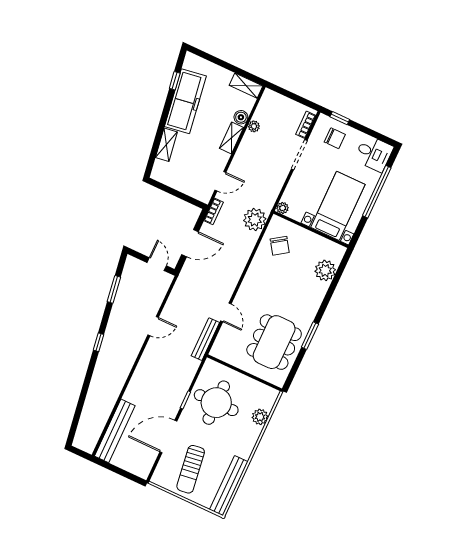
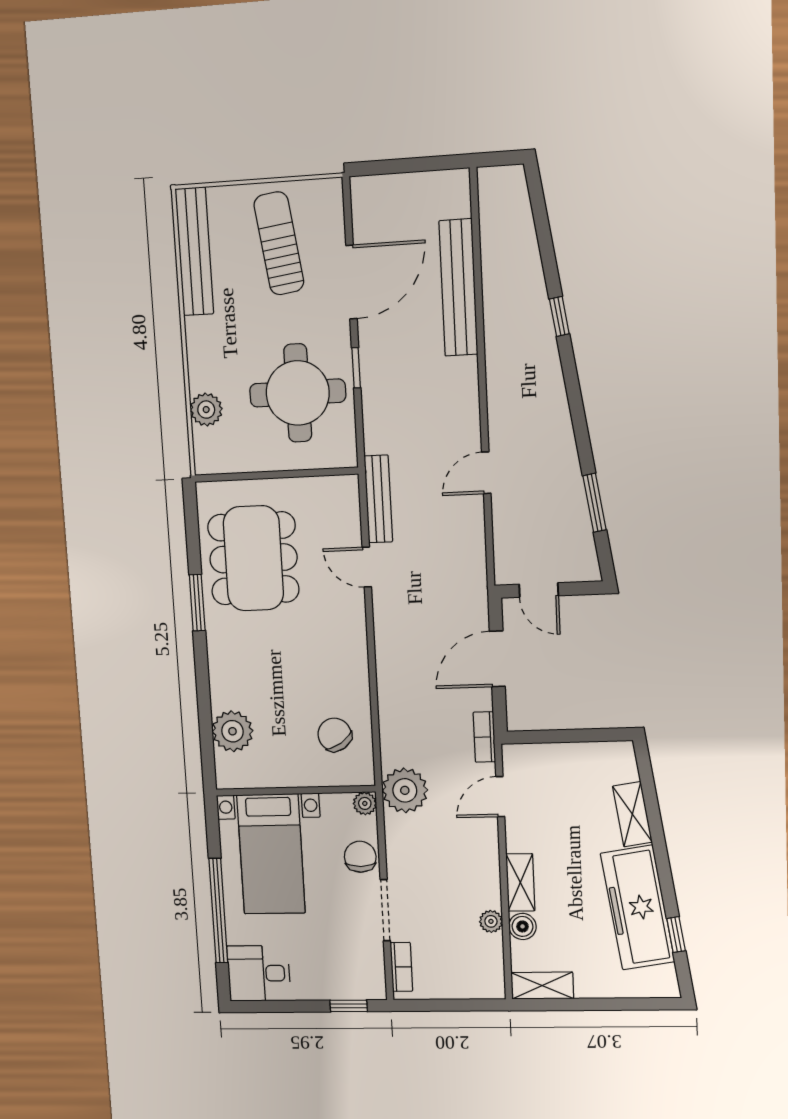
chair: (335, 138) -> (360, 857), moved, turned 90
plant: (255, 220) -> (405, 790), moved
window: (98, 342) -> (559, 316), moved
bench: (115, 431) -> (458, 288), moved

